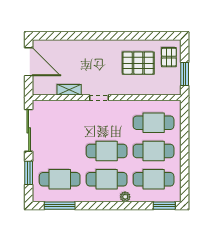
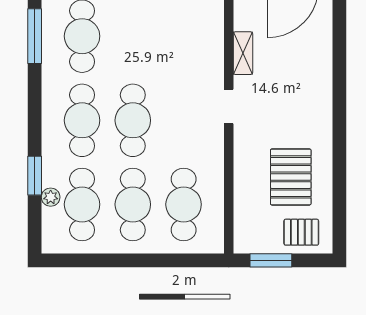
plant: (125, 197) -> (51, 197), moved
window: (164, 206) -> (35, 176), moved

